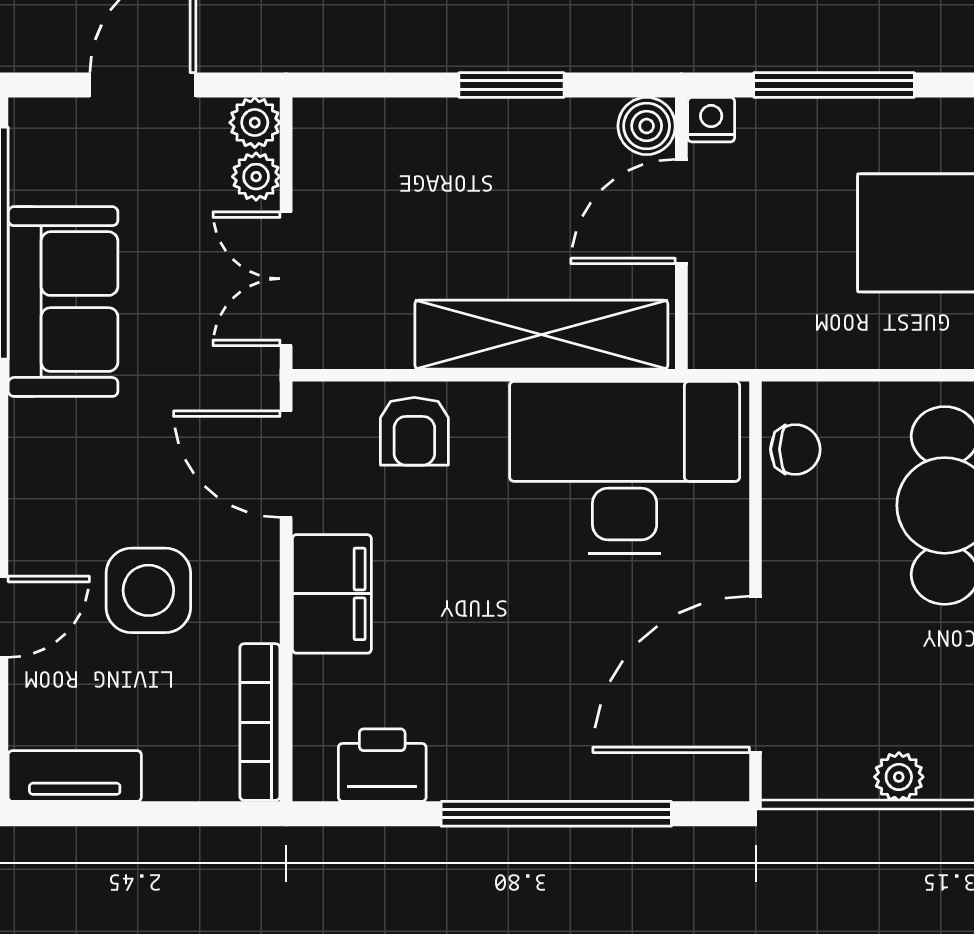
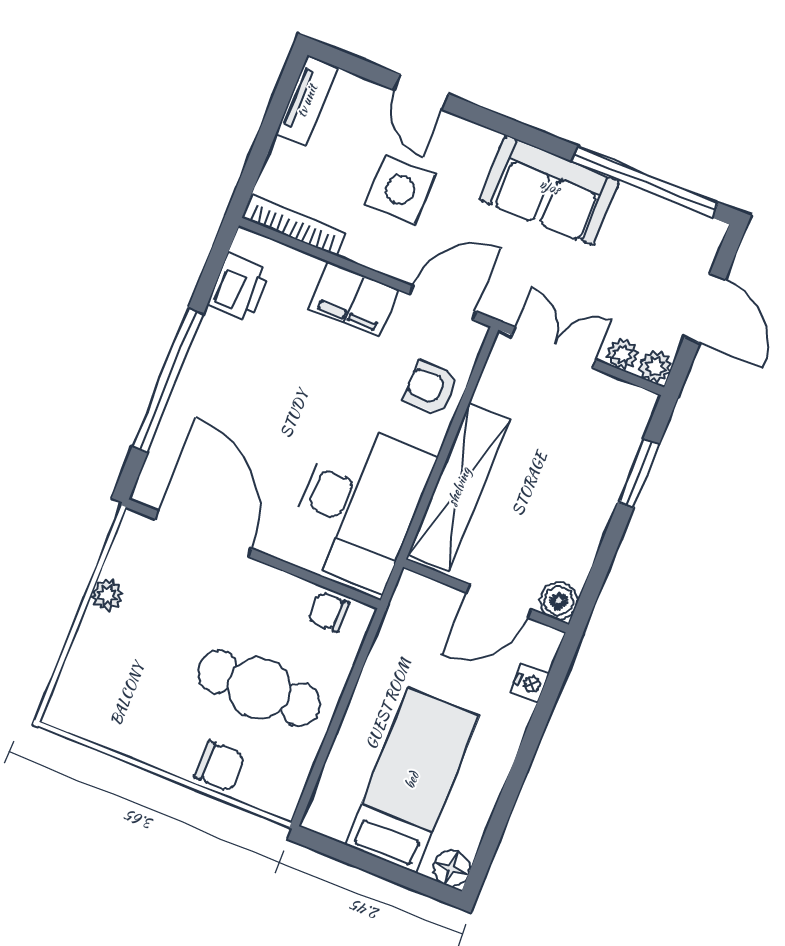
window: (512, 85) -> (638, 473), moved
window: (834, 85) -> (538, 723), removed
nightstand: (711, 120) -> (530, 683), moved
door: (681, 212) -> (499, 601), swing flipped
sofa: (63, 302) -> (550, 190), moved
chair: (795, 449) -> (329, 612), turned 90

